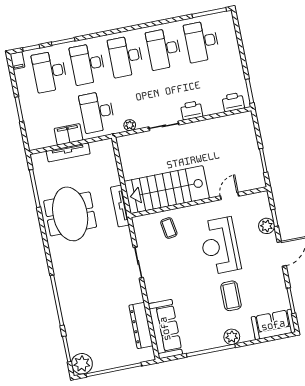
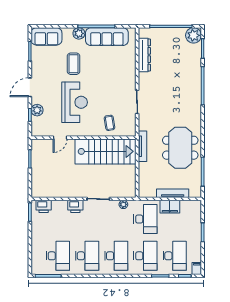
sofa: (165, 329) -> (107, 37), moved, turned -90

